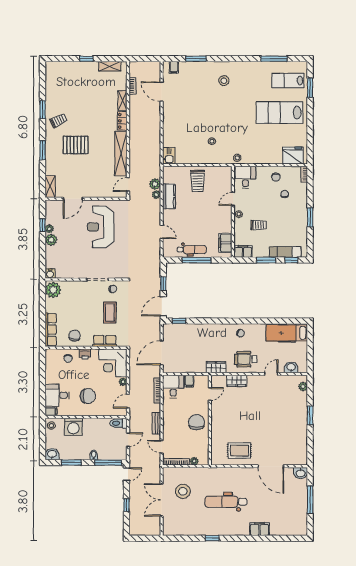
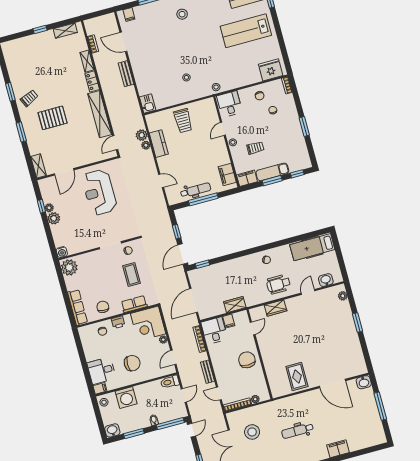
bench: (156, 122) -> (126, 74), added
exam couch: (285, 252) -> (272, 172), moved
wardrobe: (216, 367) -> (235, 305), moved
rug: (239, 451) -> (297, 376), turned 90
dental chair: (226, 502) -> (297, 431), width x0.73, depth x0.72

